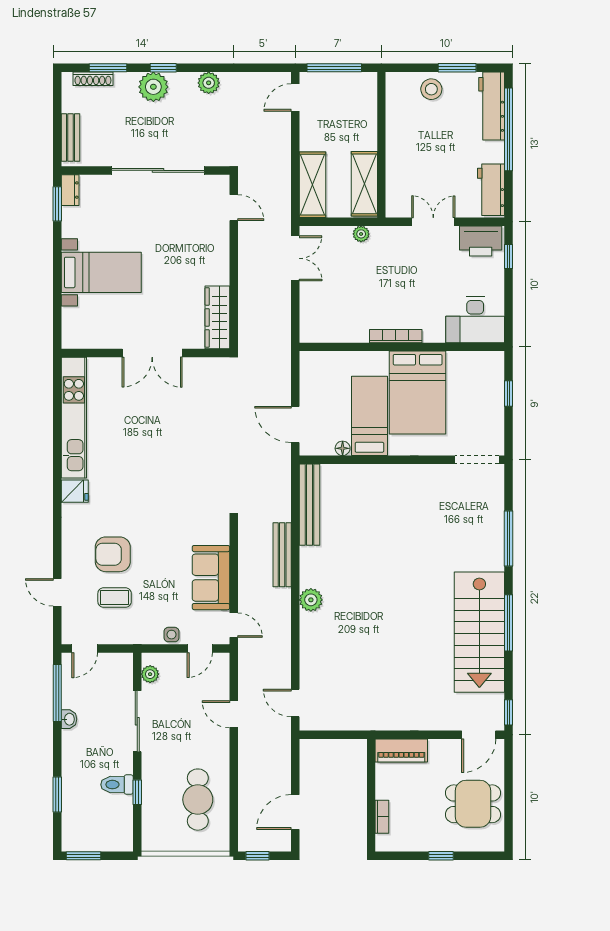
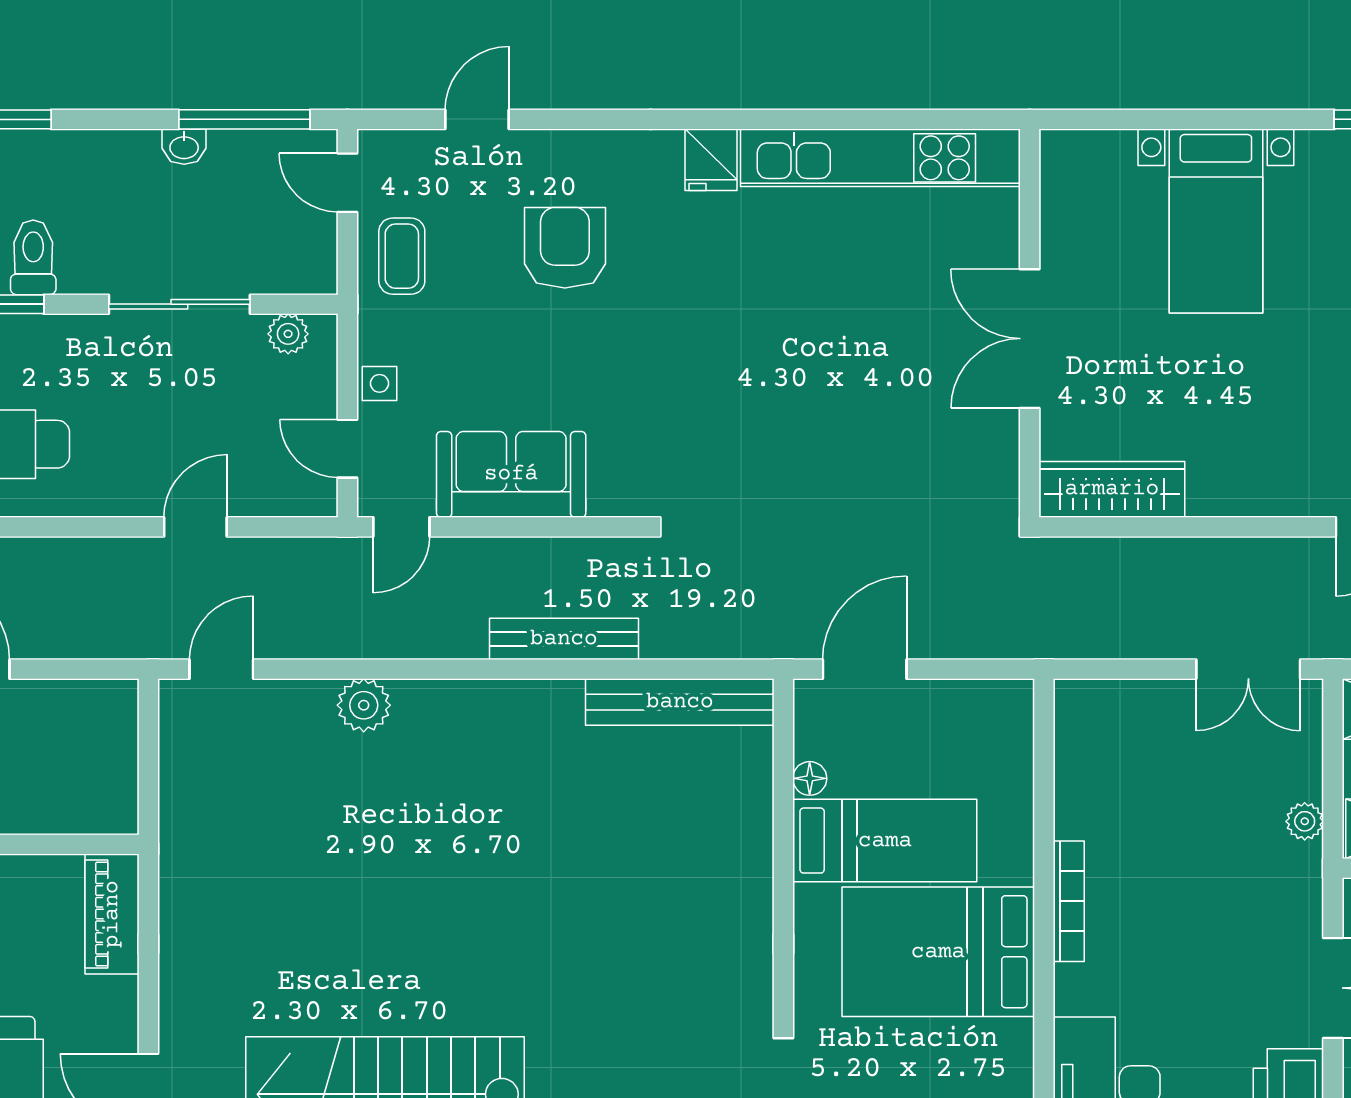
coffee table: (115, 598) -> (402, 256), moved
plant: (311, 600) -> (364, 705), moved

